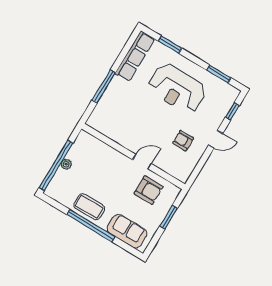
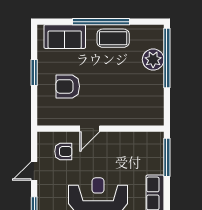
wall: (133, 156) -> (100, 129), moved
door: (142, 162) -> (90, 129), moved
plant: (66, 164) -> (153, 60), width x1.87, depth x1.87

